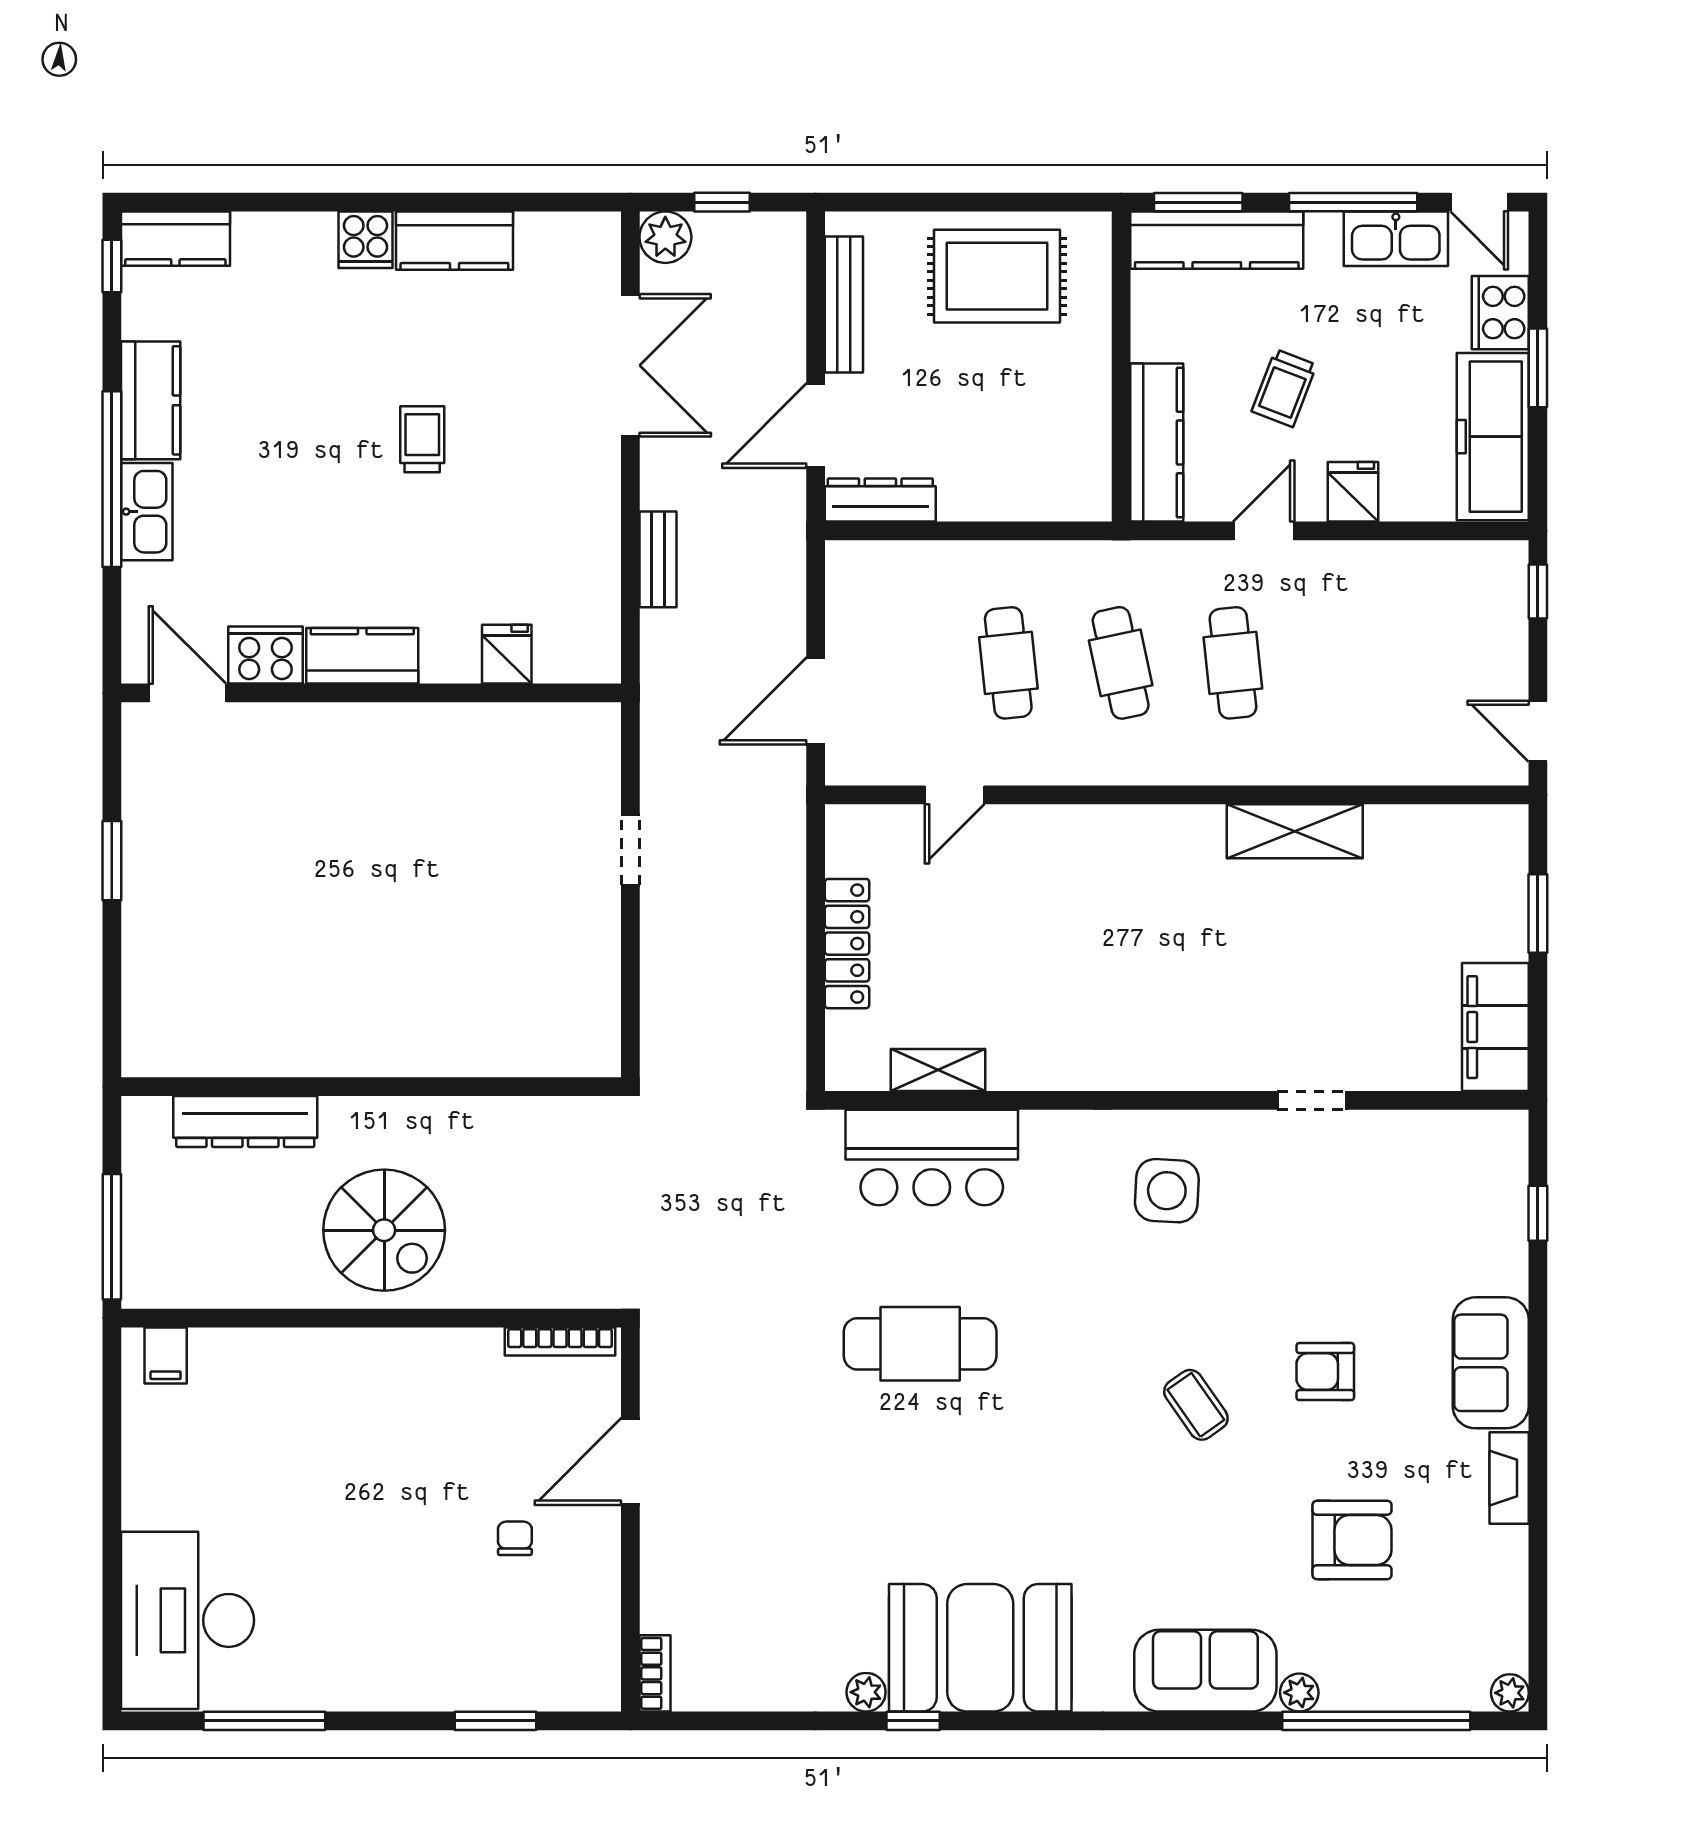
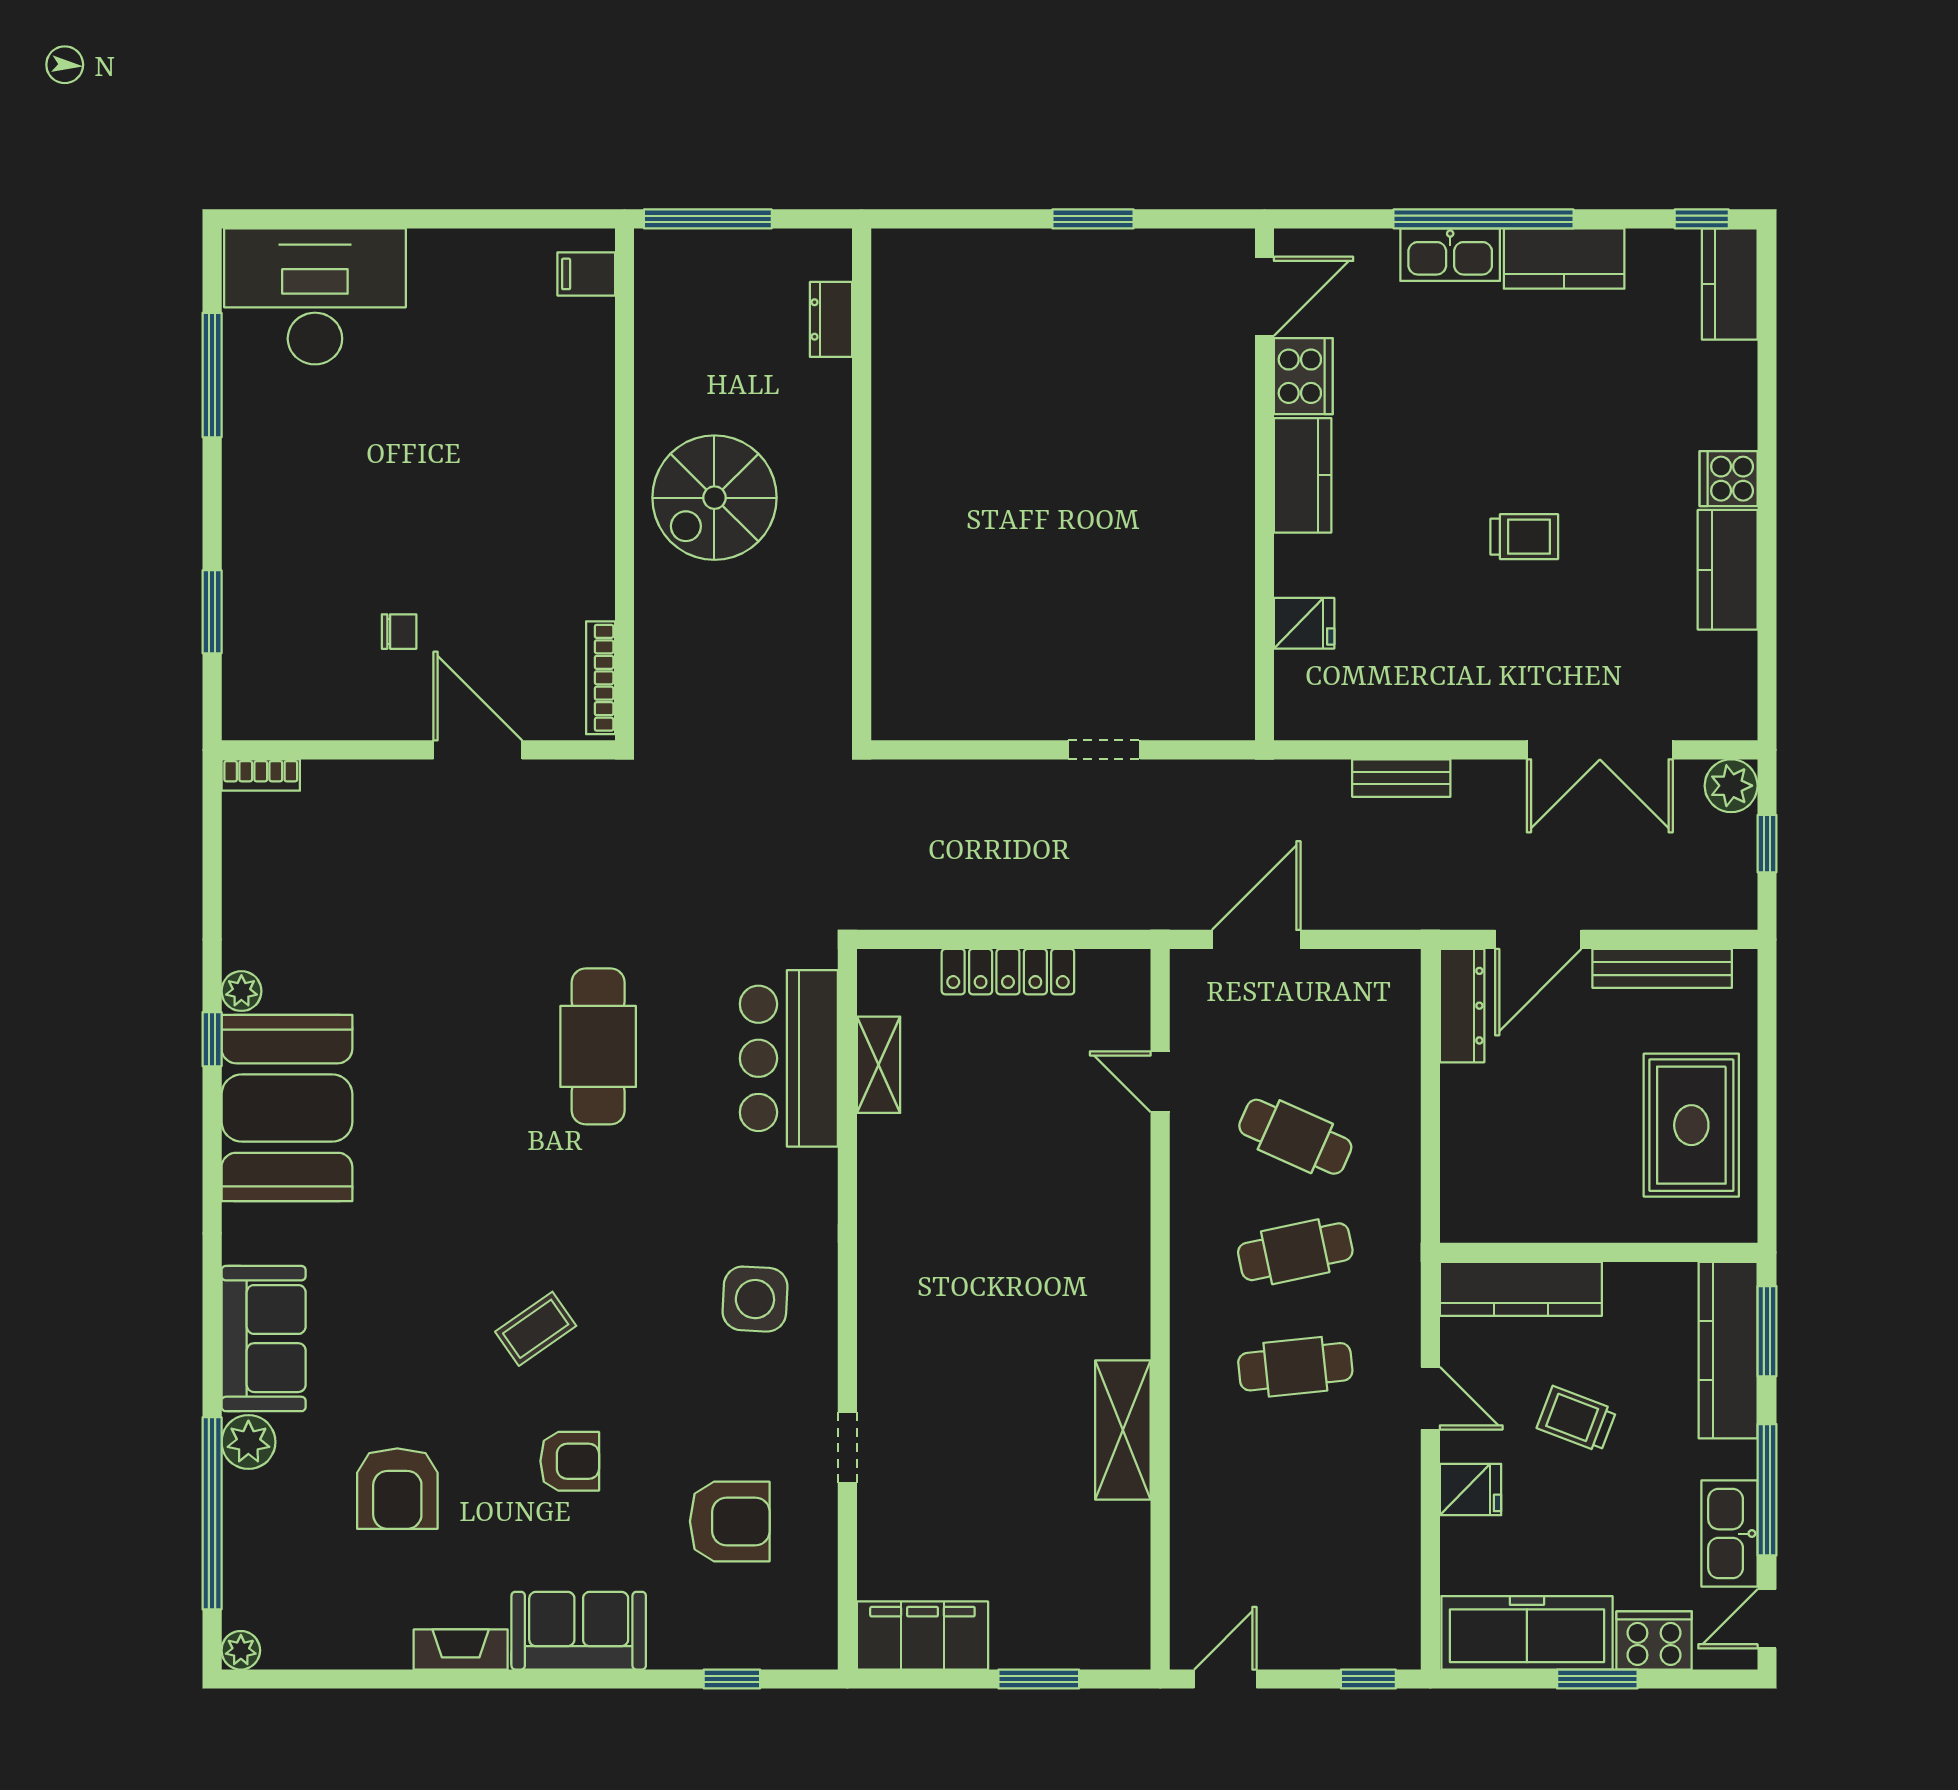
door: (816, 426) -> (1538, 939), swing flipped
cafe table: (1008, 663) -> (1295, 1137), turned 30
door: (816, 701) -> (1256, 939), hinge flipped
dresser: (245, 1121) -> (831, 319), width x0.51, depth x0.80
armchair: (1384, 1215) -> (730, 1521), added
armchair: (1325, 1372) -> (570, 1461), turned 90
plant: (1299, 1693) -> (248, 1442), width x1.38, depth x1.38

